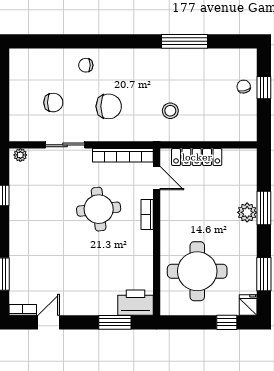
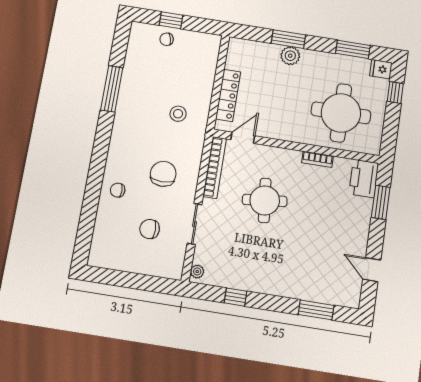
chair: (86, 65) -> (118, 190), turned 90
chair: (53, 103) -> (150, 229), turned -90
bookcase: (147, 215) -> (317, 159), moved
bookcase: (23, 310) -> (356, 294), removed

